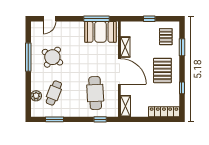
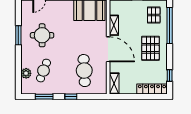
window: (182, 47) -> (170, 26), width x2.11
window: (28, 57) -> (18, 35), width x0.69
round table: (52, 57) -> (42, 35), turned -35
window: (182, 88) -> (170, 76), moved
window: (100, 119) -> (71, 97), moved

